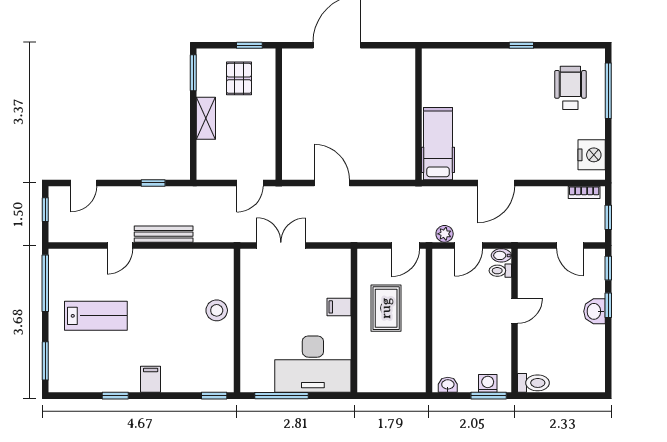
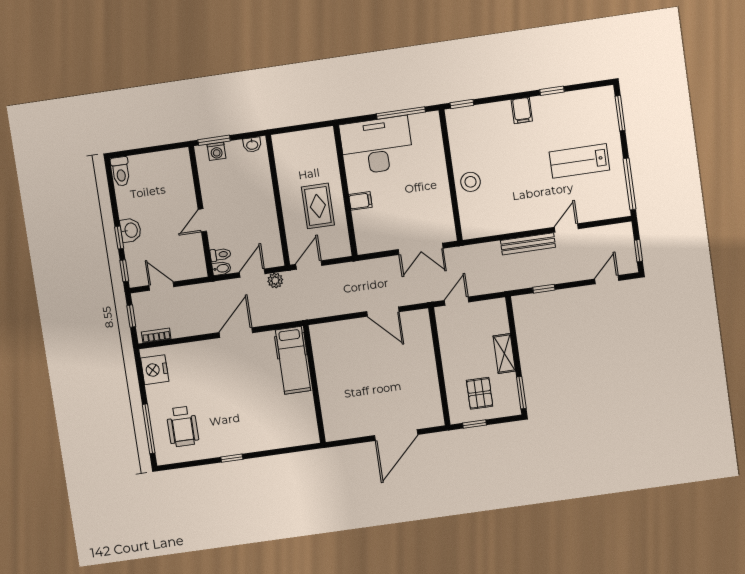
toilet: (533, 383) -> (121, 171), moved, turned -90

